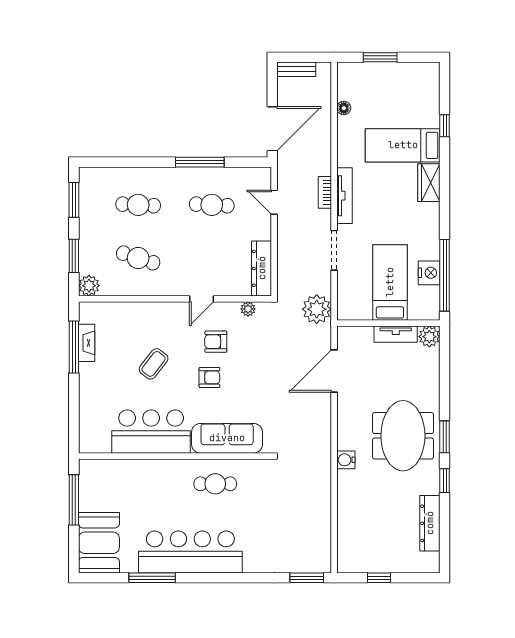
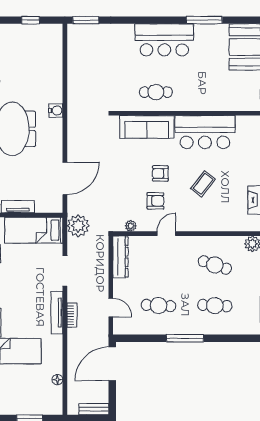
window: (200, 162) -> (185, 338), moved
bed: (390, 282) -> (34, 230), moved, turned 90
bar counter: (190, 552) -> (164, 40), width x0.73

